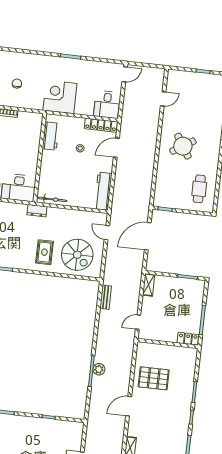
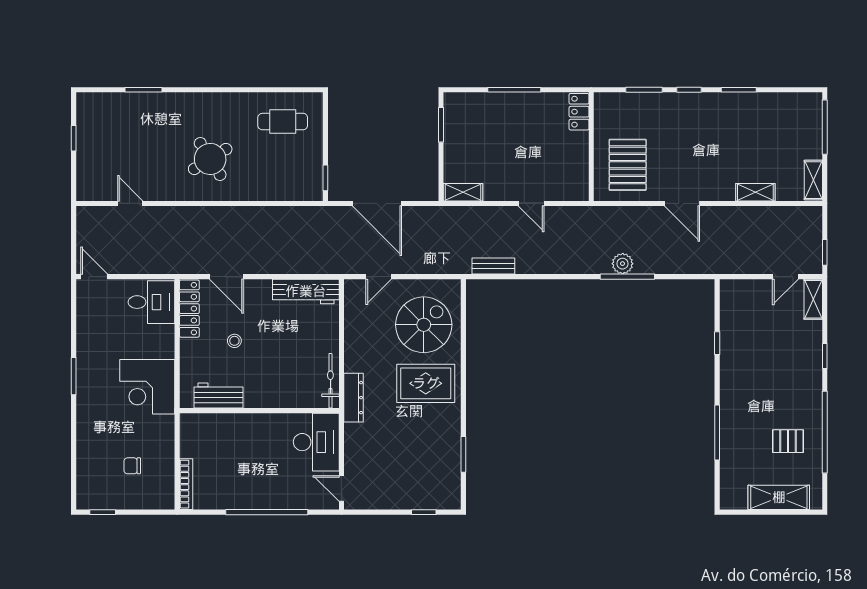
dresser: (37, 211) -> (354, 398), width x1.44
rug: (44, 252) -> (426, 383), width x1.36, depth x1.43
locker: (188, 339) -> (579, 112), moved
wall: (168, 343) -> (591, 147), moved

